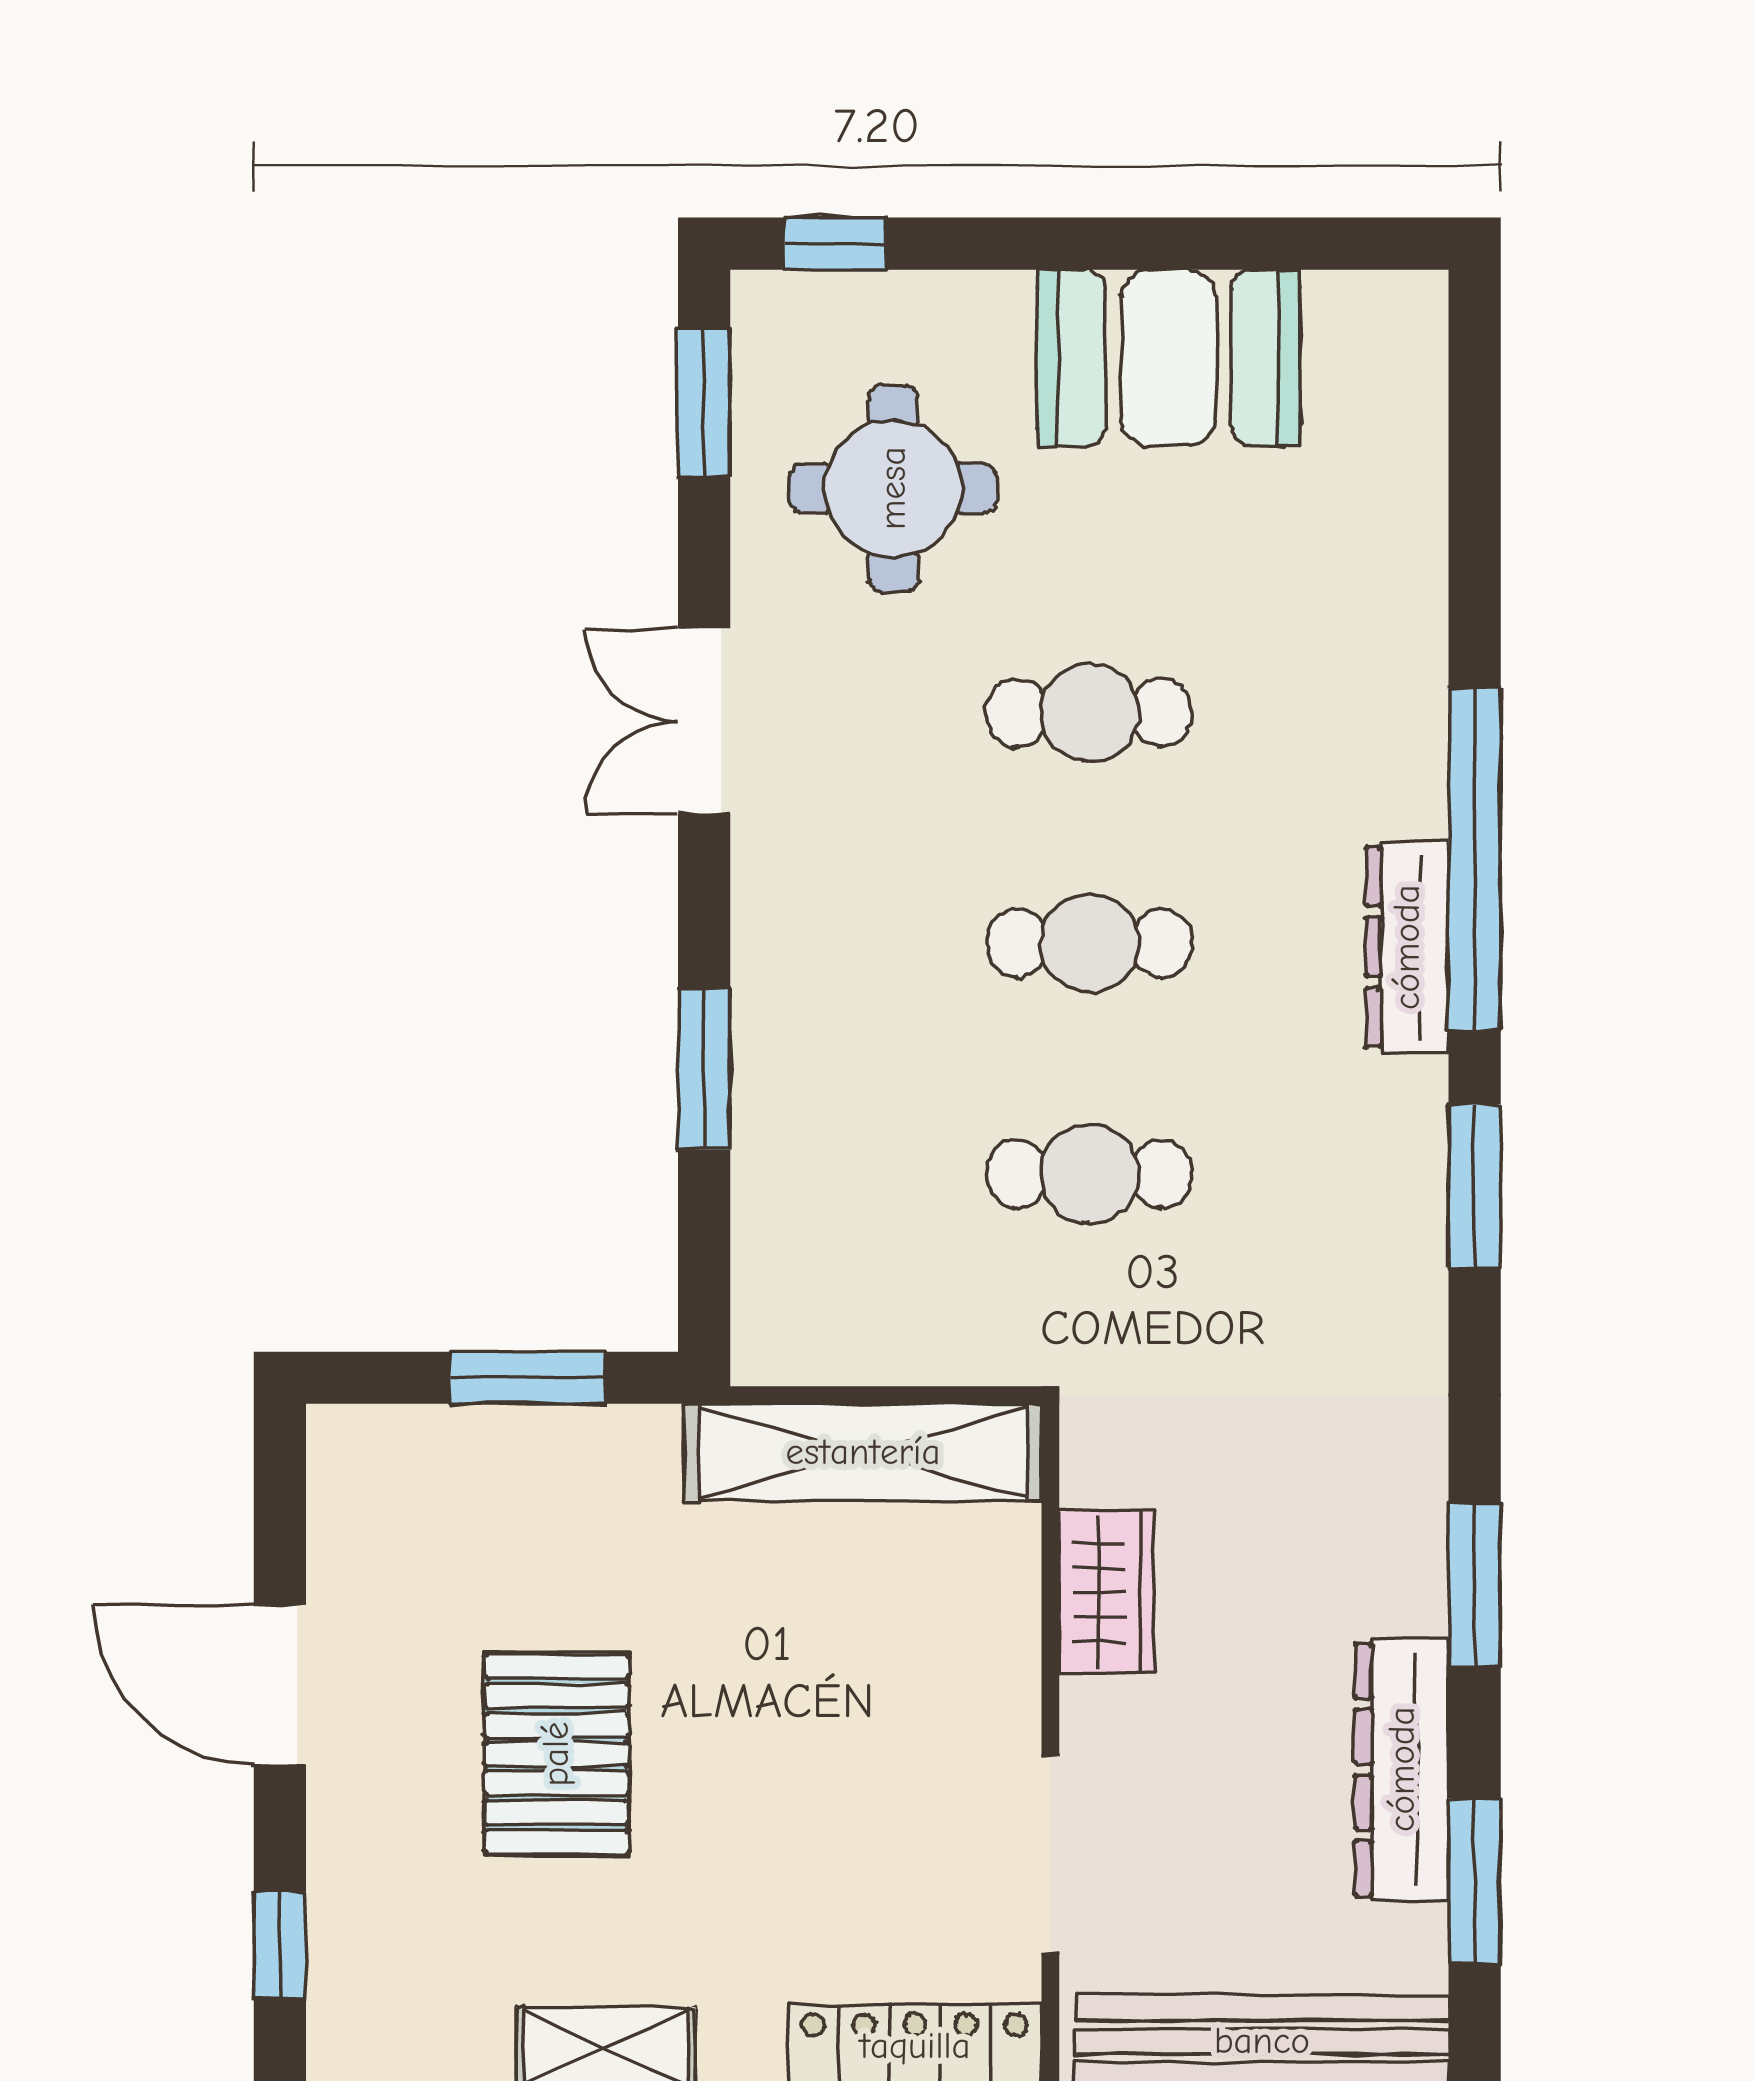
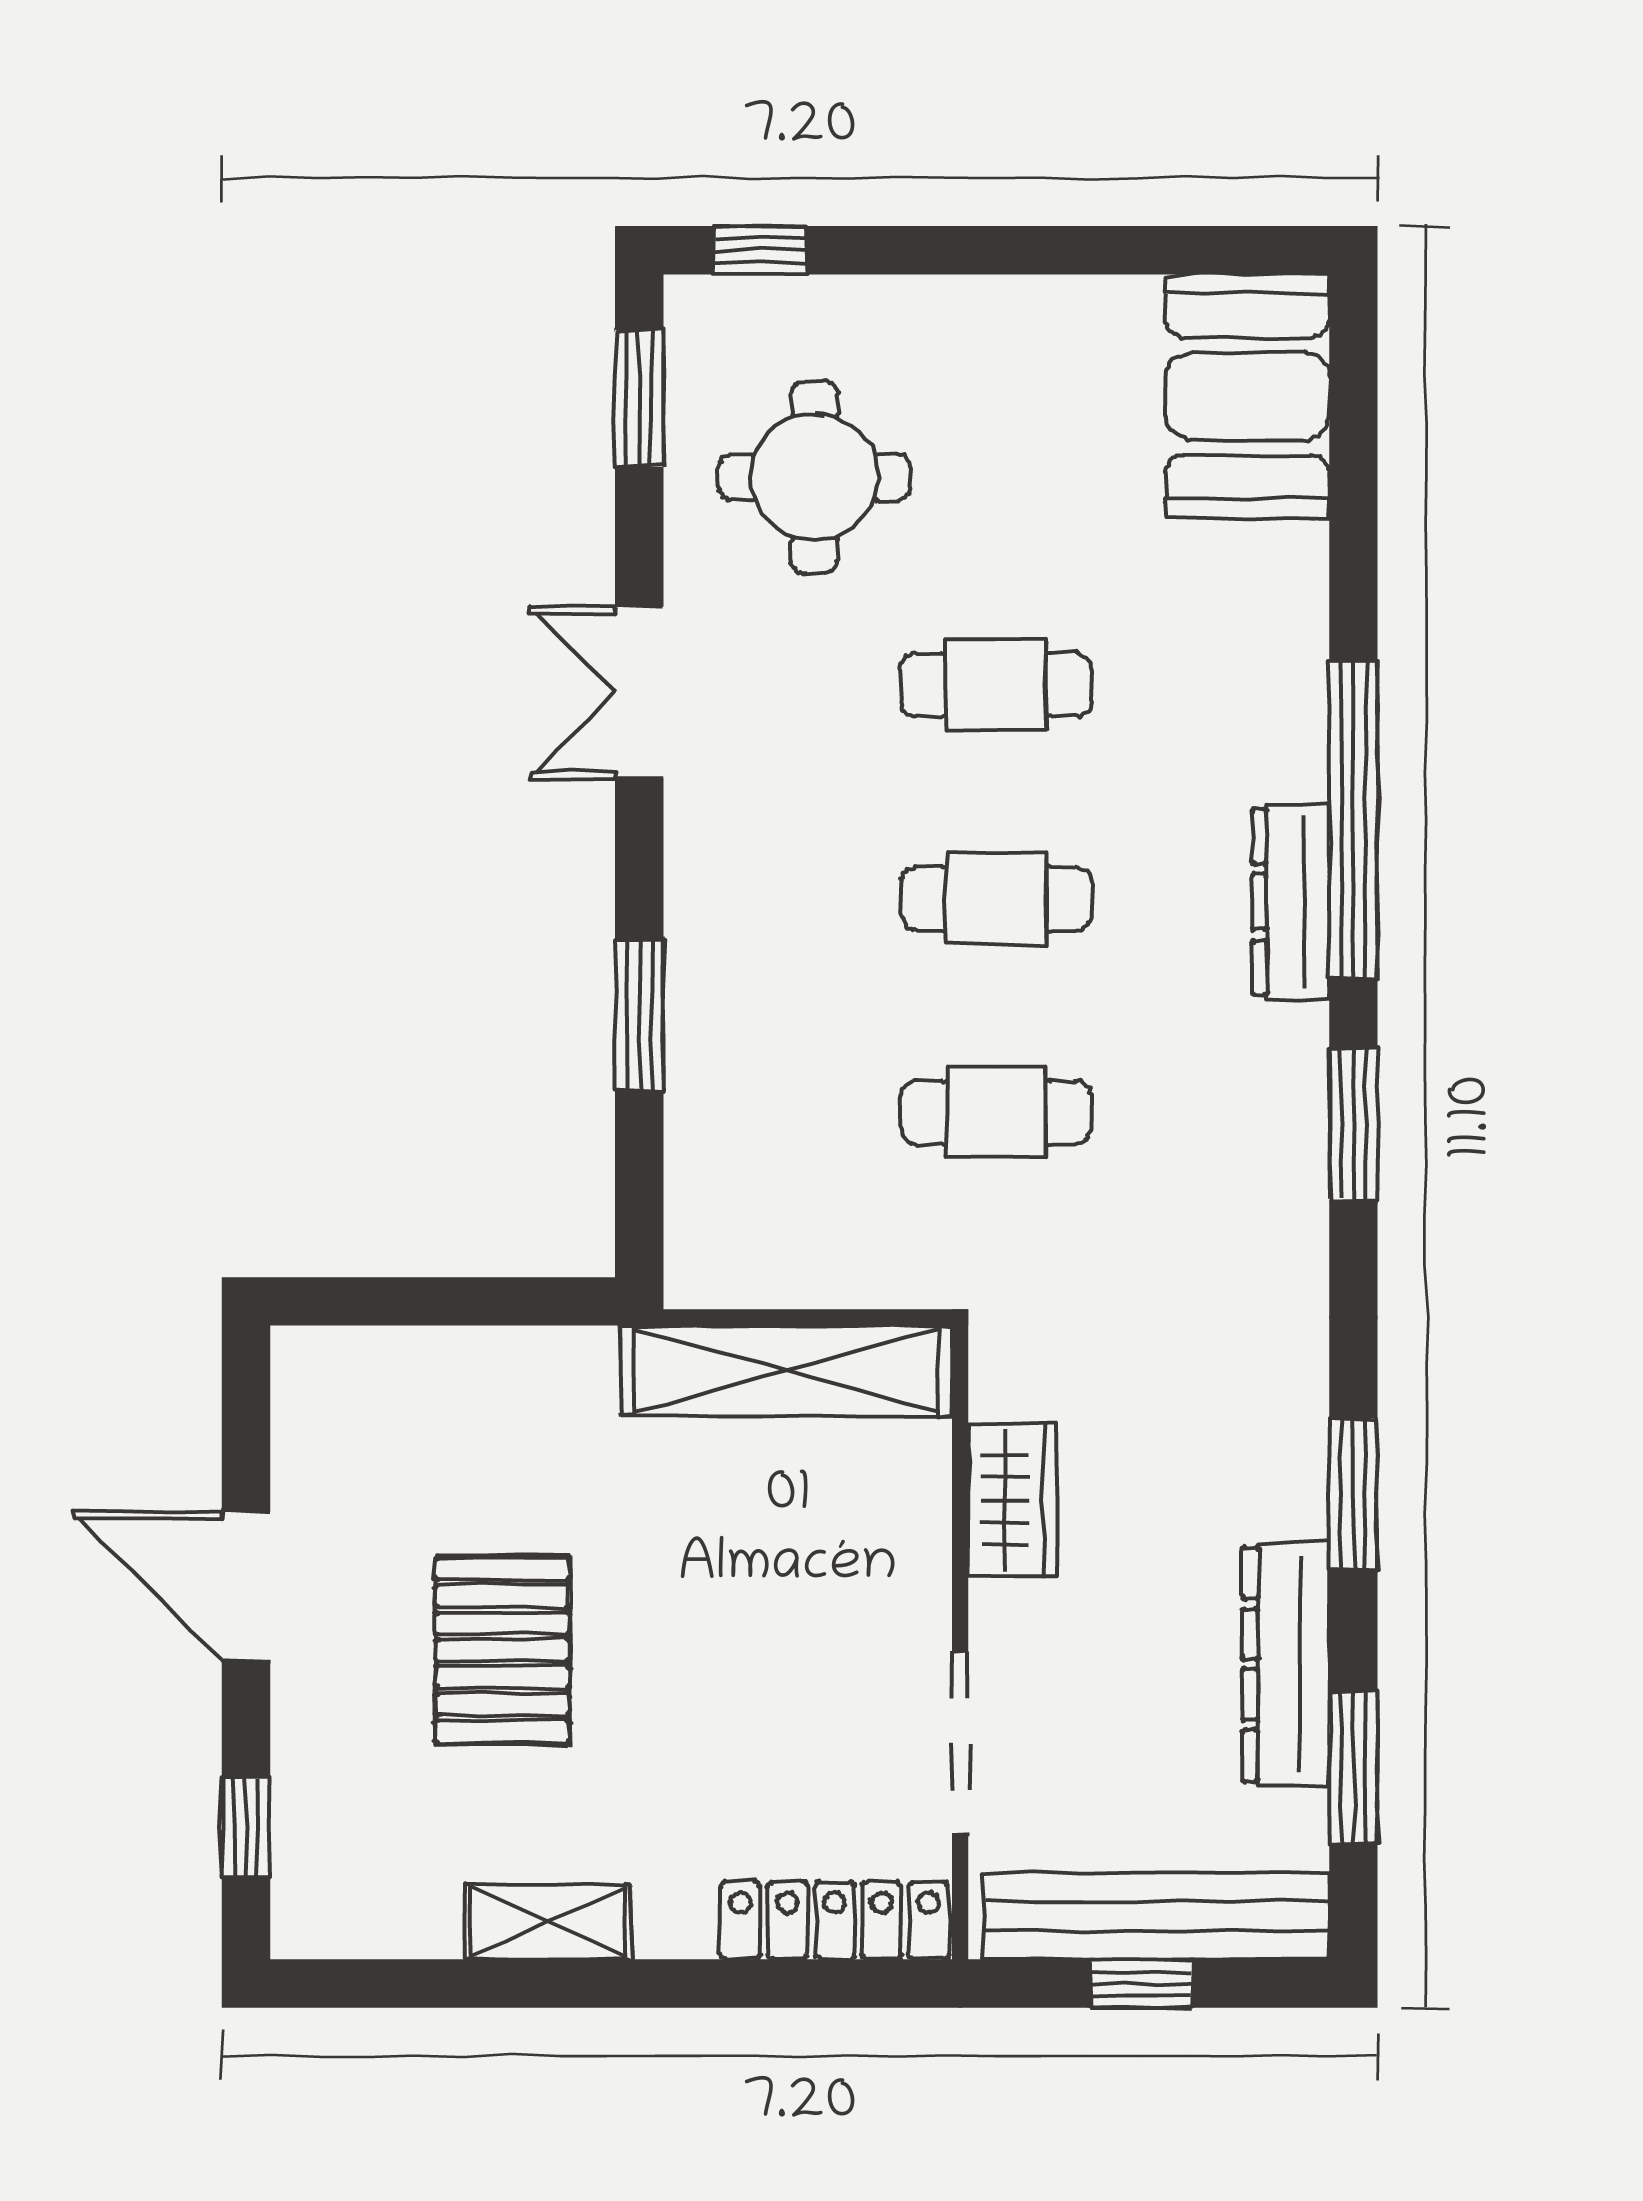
booth: (1168, 358) -> (1248, 396), moved, turned 90
window: (527, 1378) -> (475, 1301), removed

